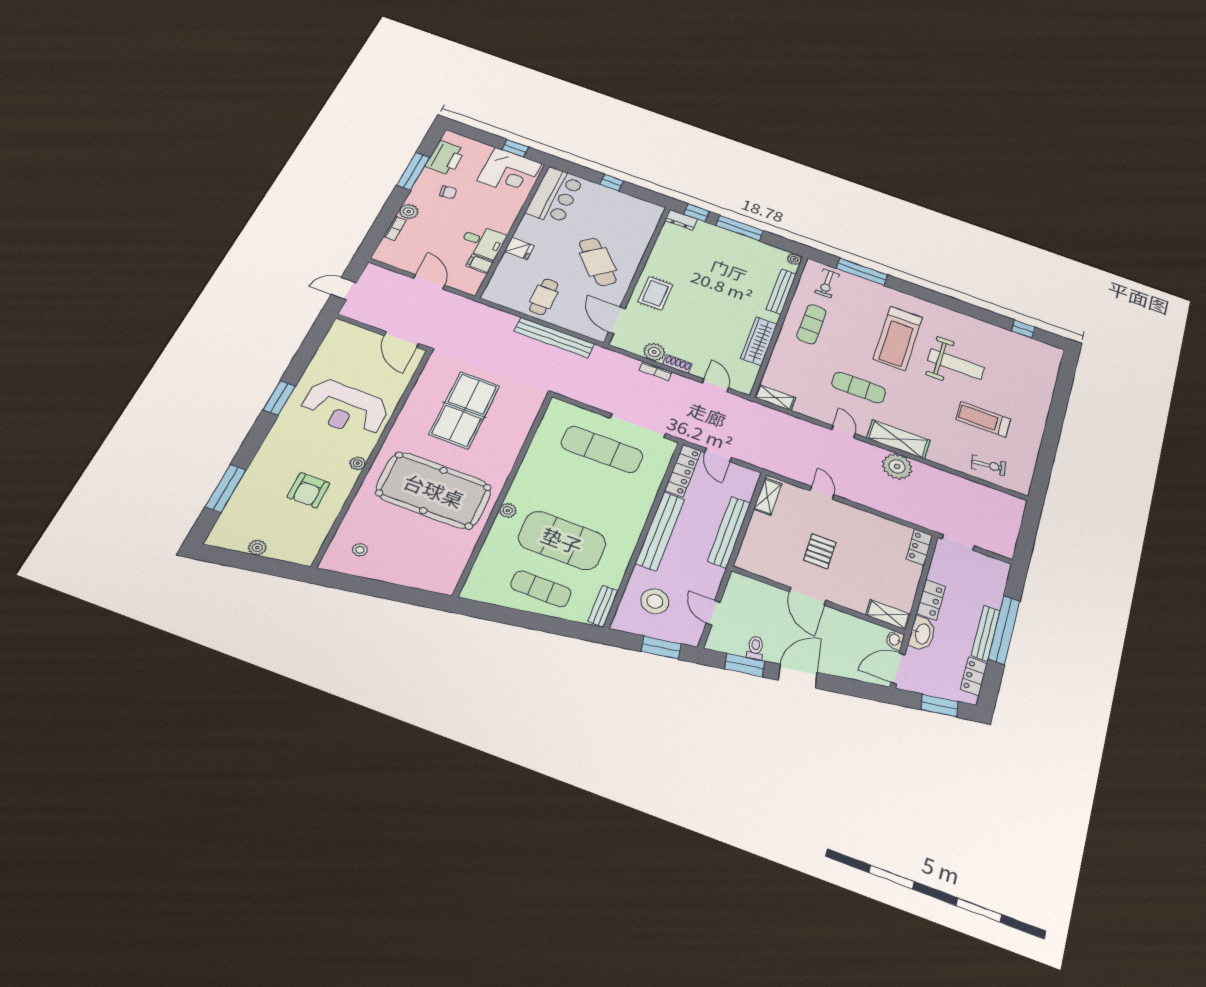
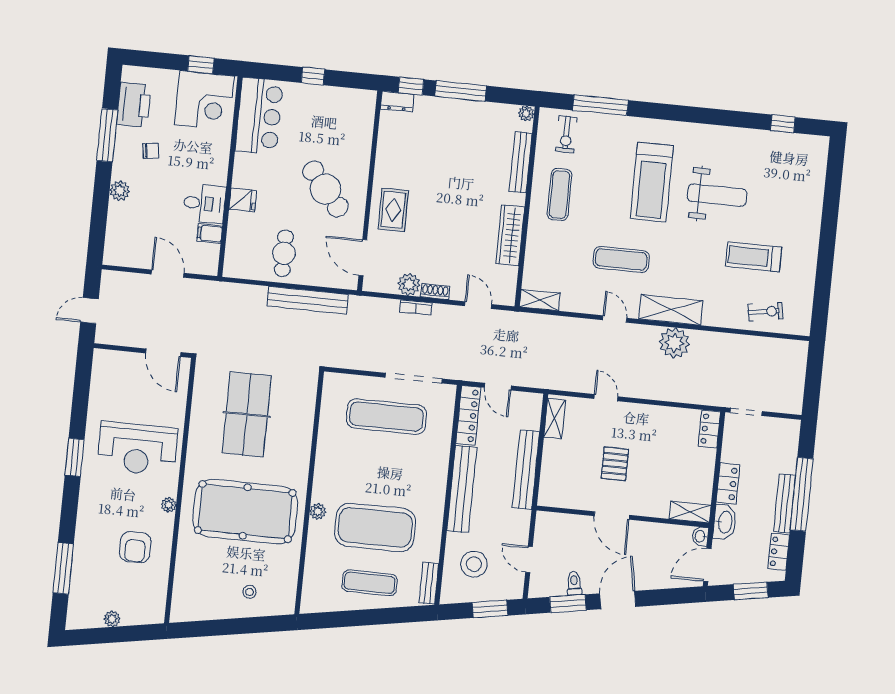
bookcase: (395, 228) -> (113, 218), removed
stool: (360, 550) -> (249, 592), moved

